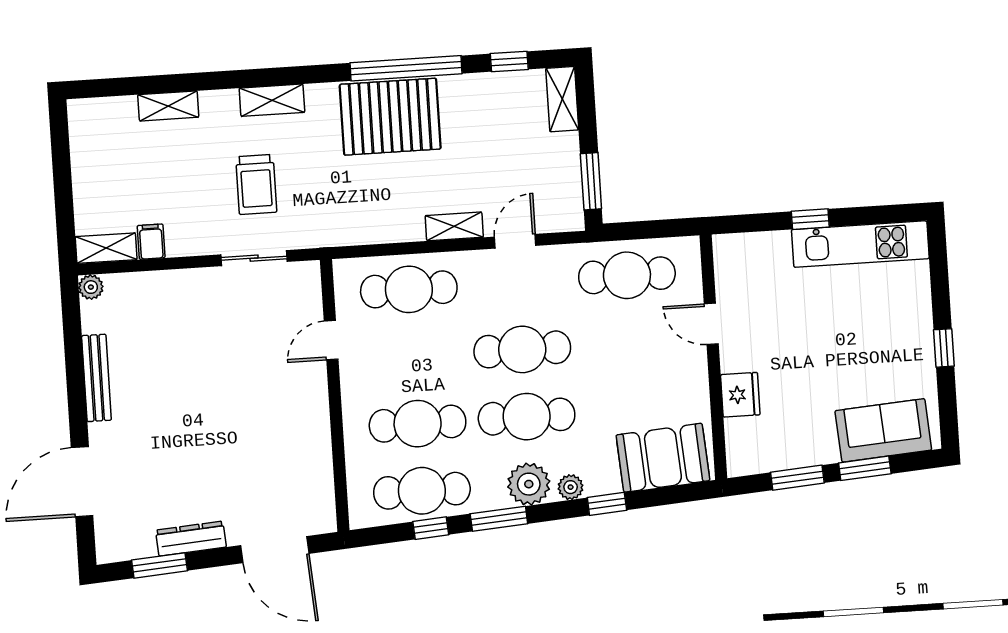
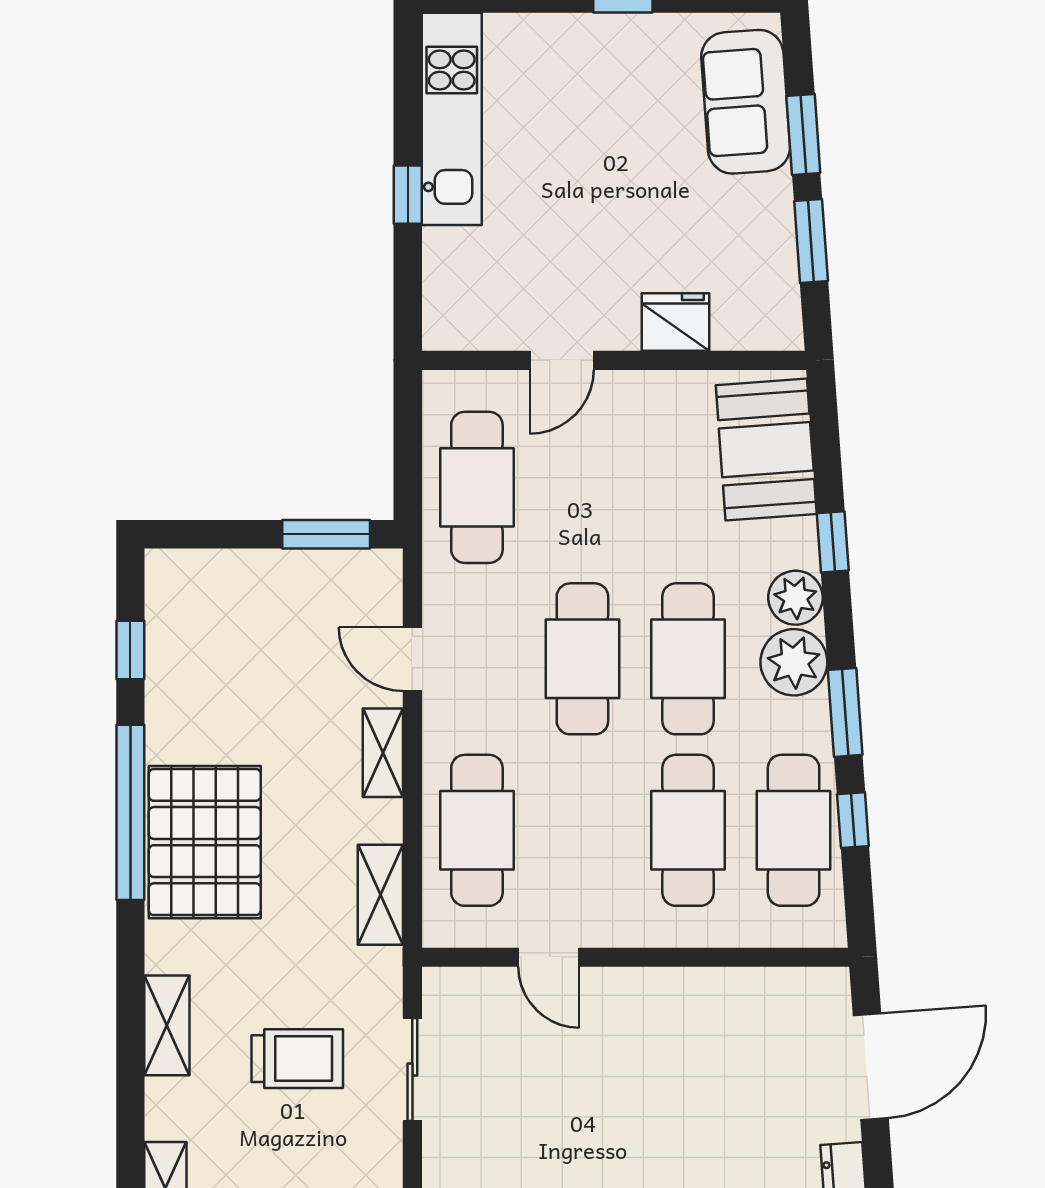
shelving: (562, 99) -> (380, 895), moved, turned 90
plant: (571, 487) -> (795, 598), width x1.38, depth x1.38

